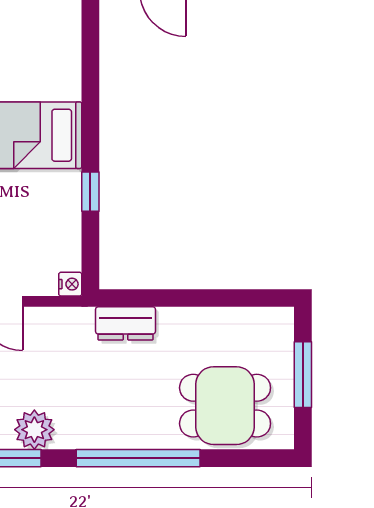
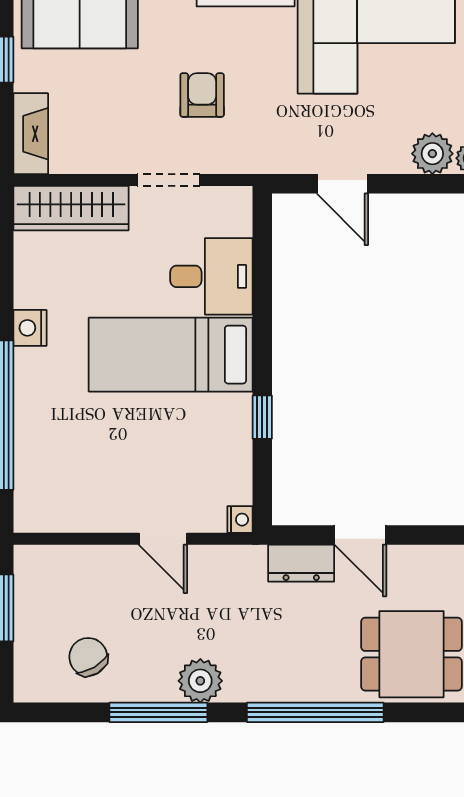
desk: (44, 65) -> (211, 276), added
door: (179, 298) -> (360, 535), added

